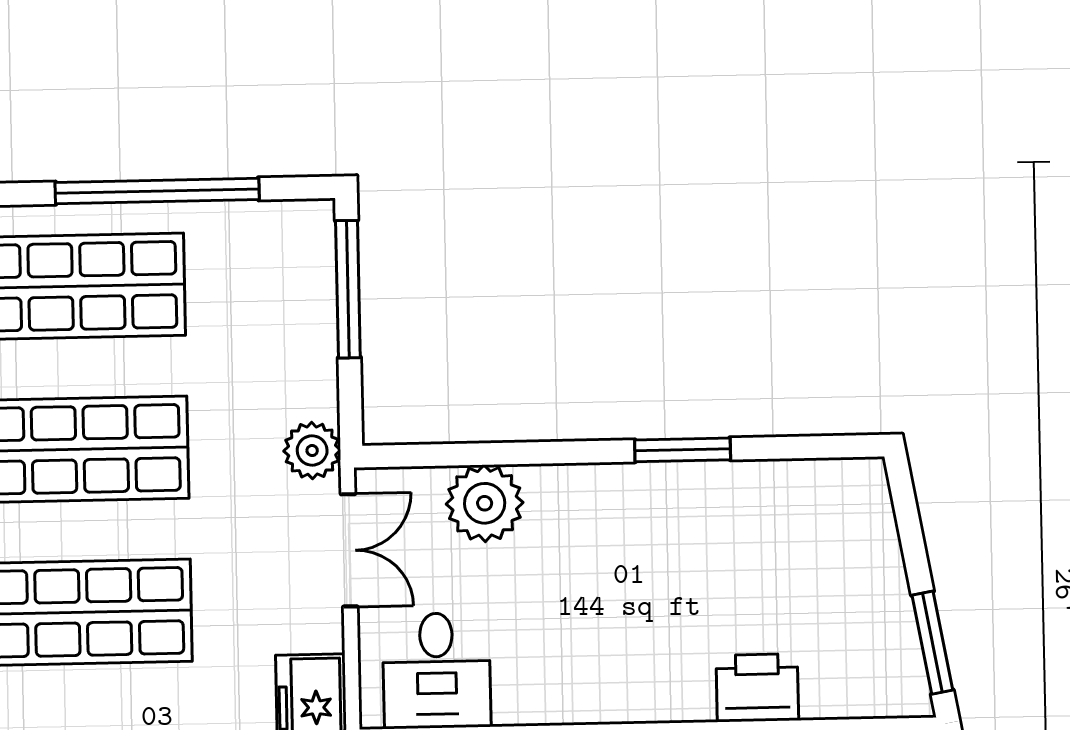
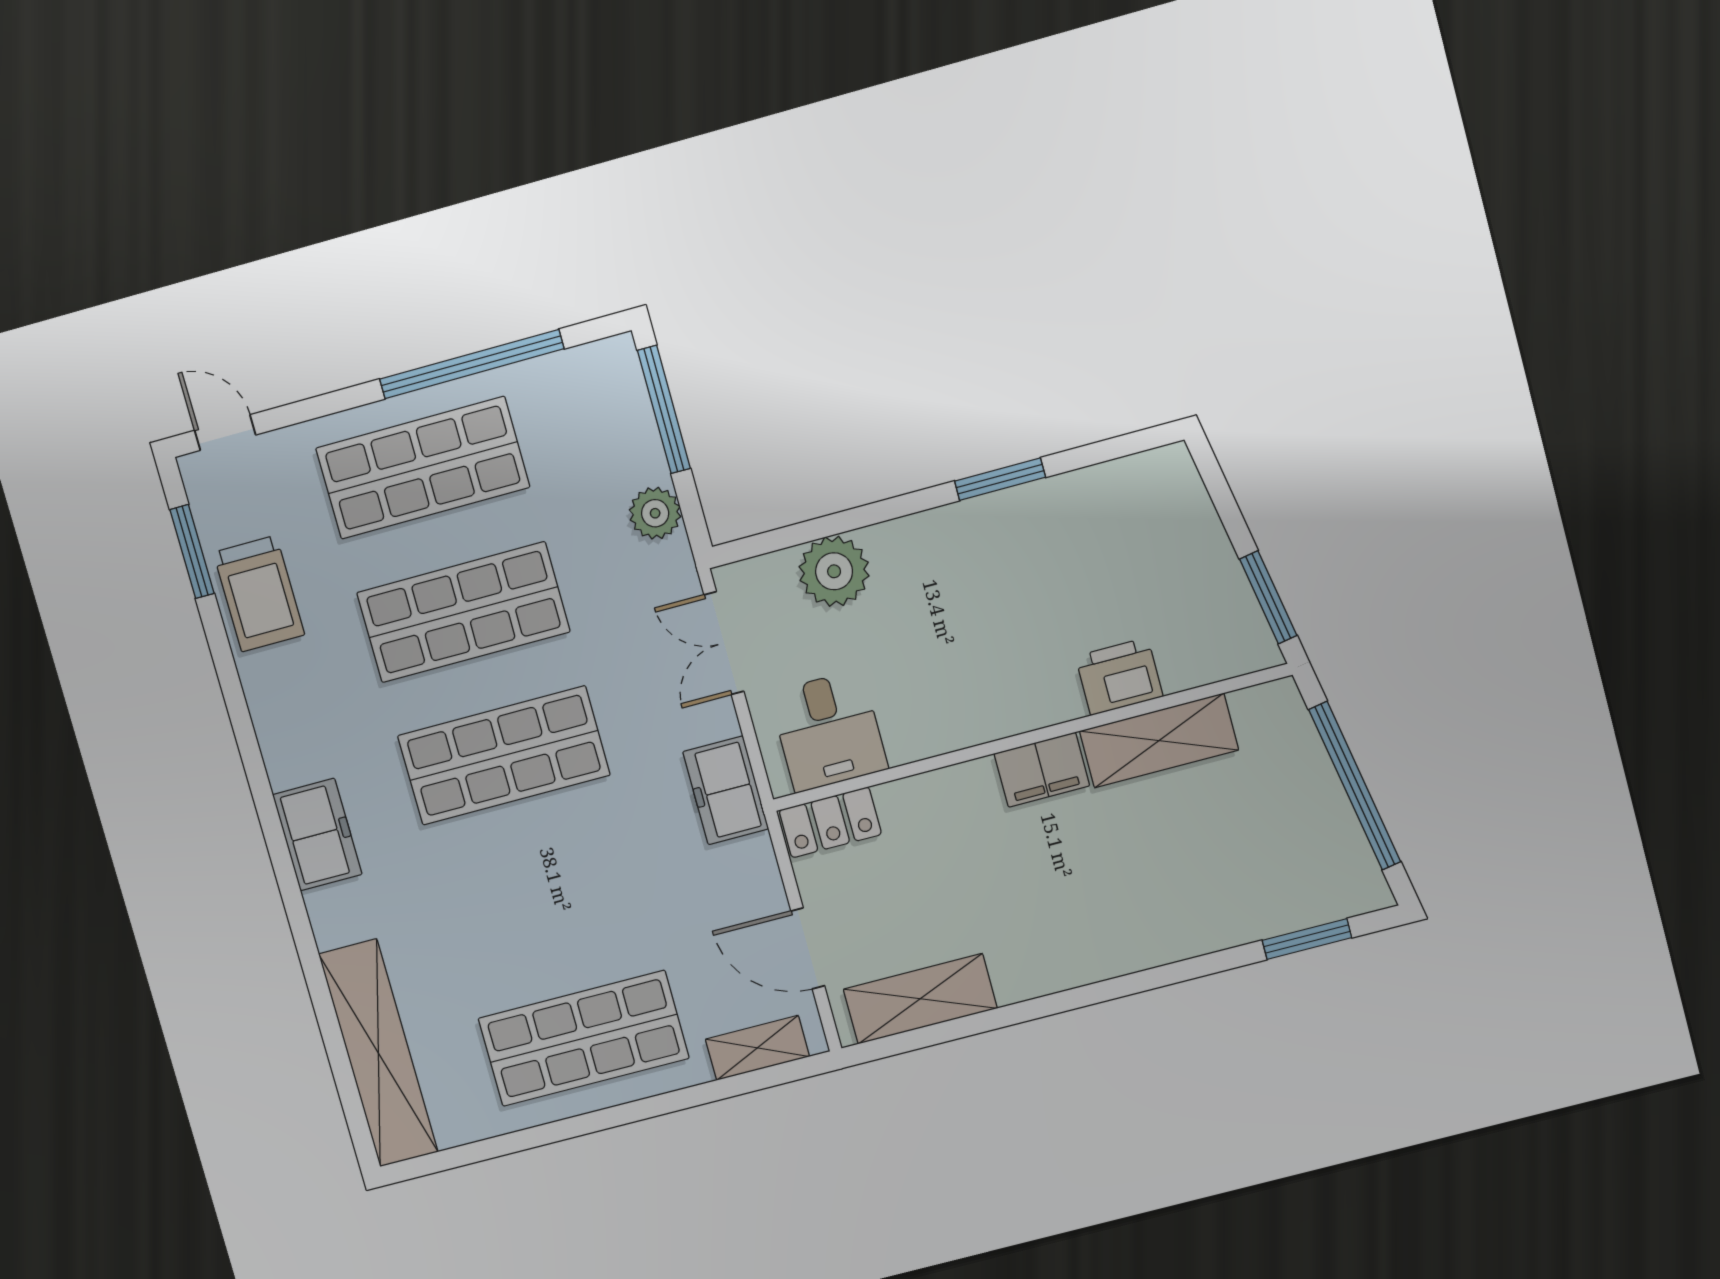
plant: (312, 451) -> (655, 513), moved
double door: (349, 550) -> (724, 643), swing flipped

